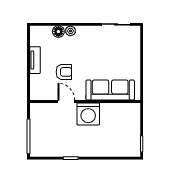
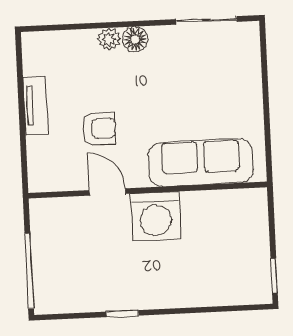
floor lamp: (58, 32) -> (135, 39), moved

